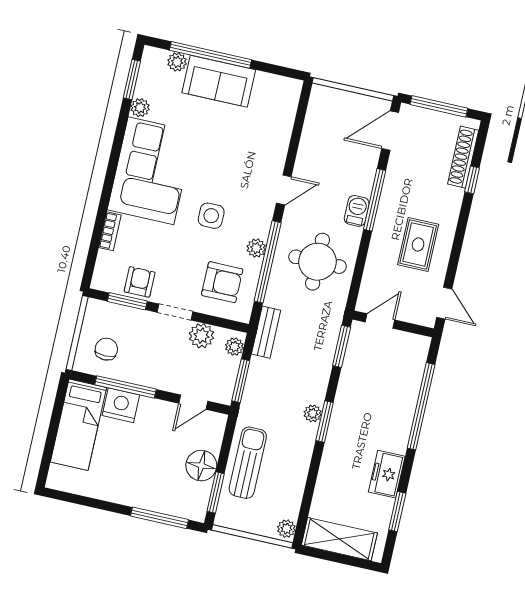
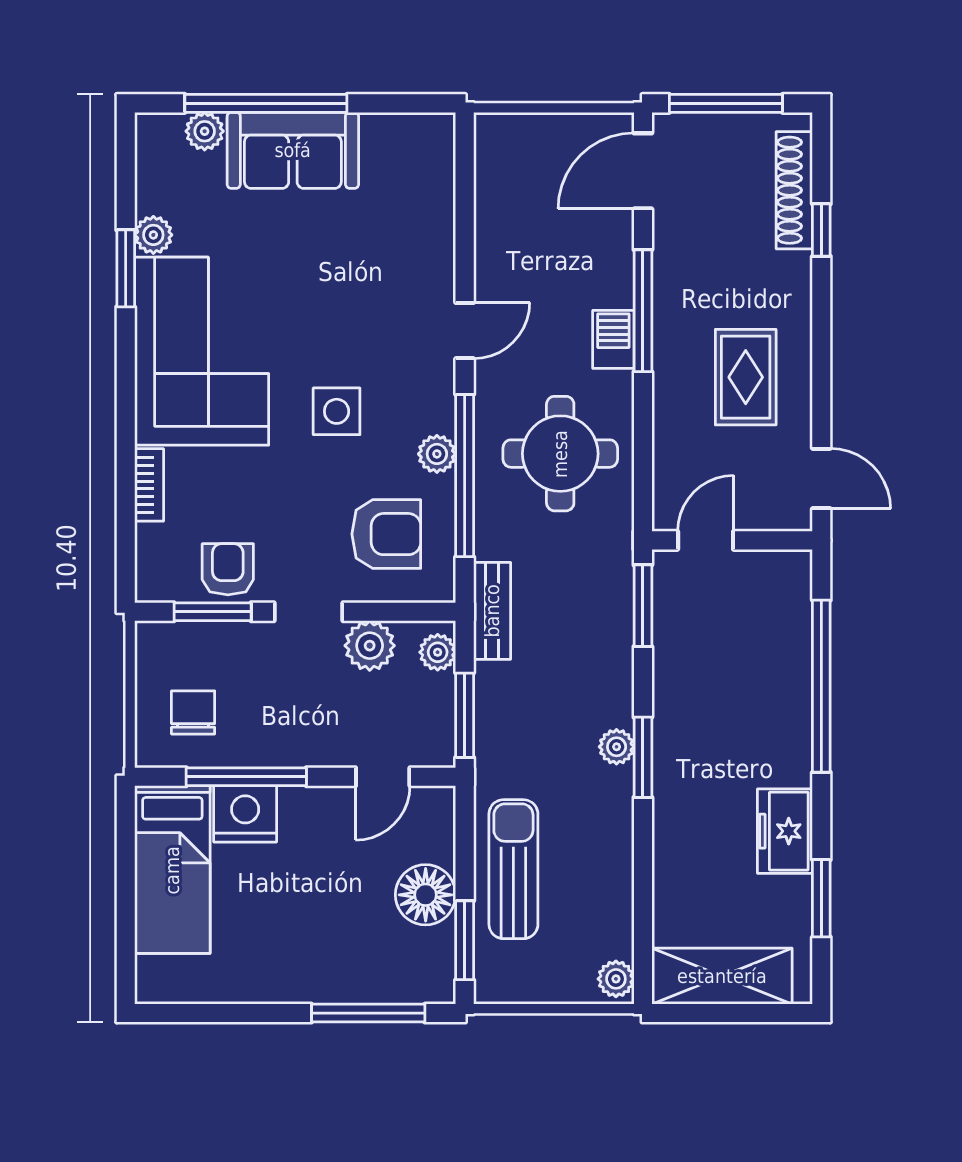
window: (132, 79) -> (126, 268), moved

